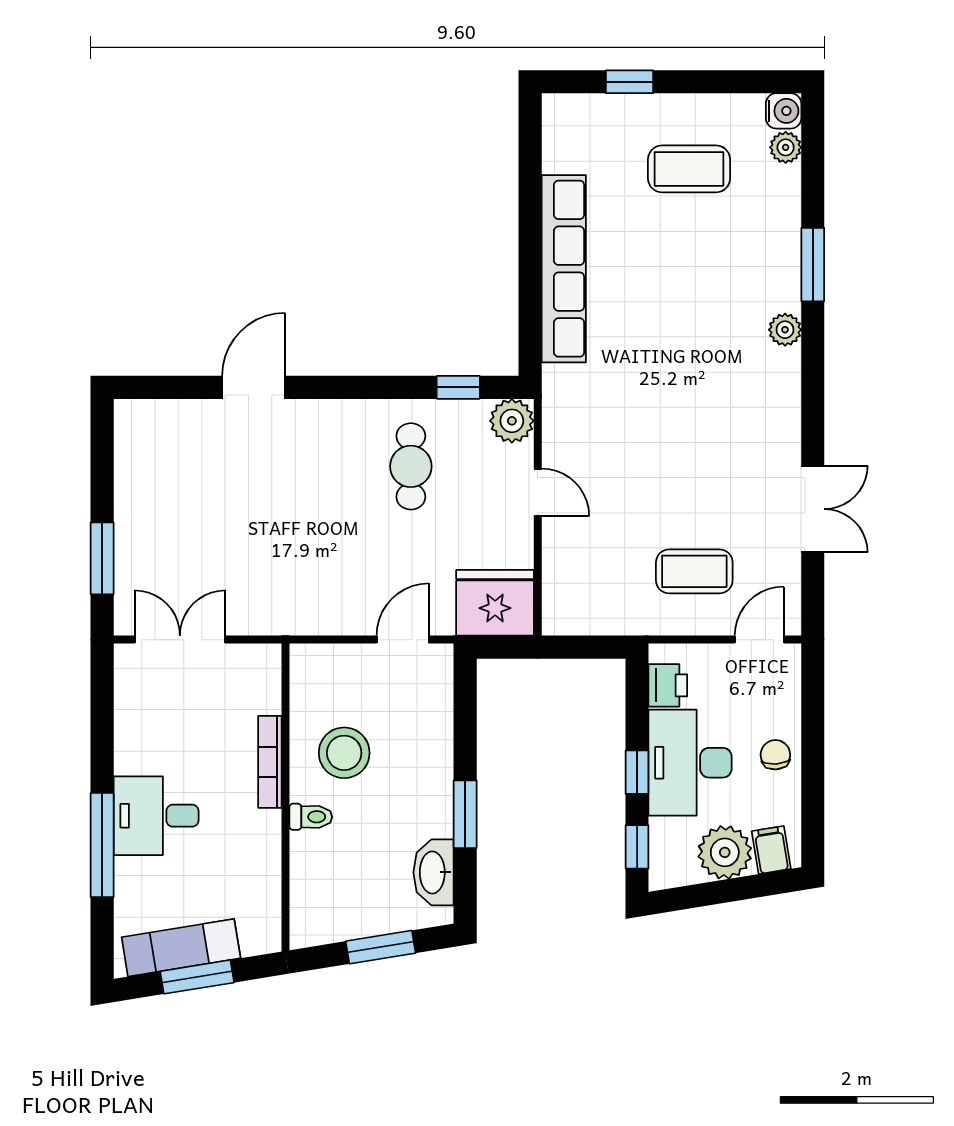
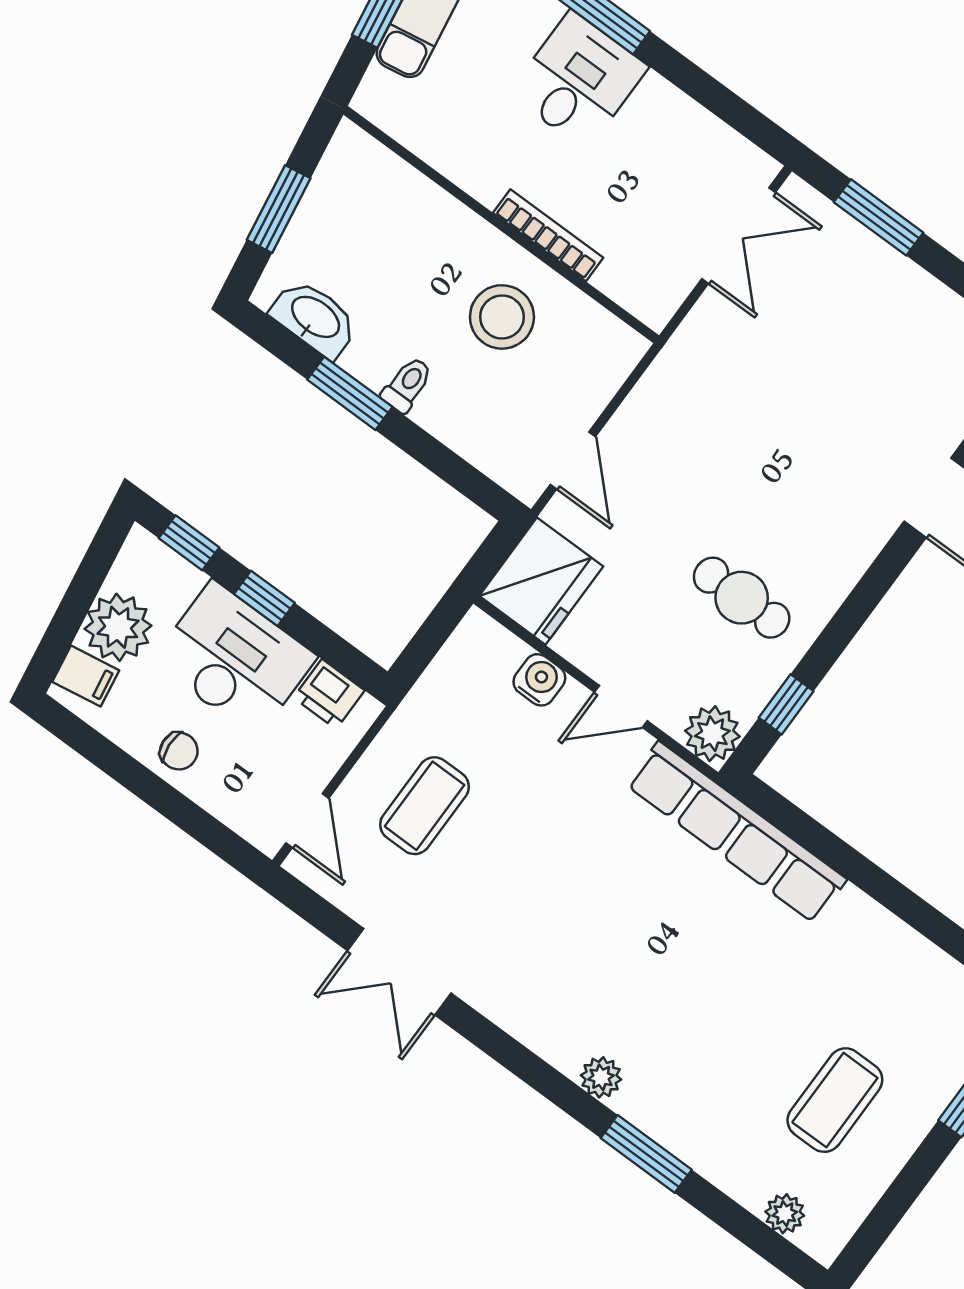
water cooler: (784, 111) -> (539, 680), moved, turned 180
row of seats: (564, 269) -> (737, 832), moved
toilet: (311, 817) -> (407, 385), moved, turned 180

